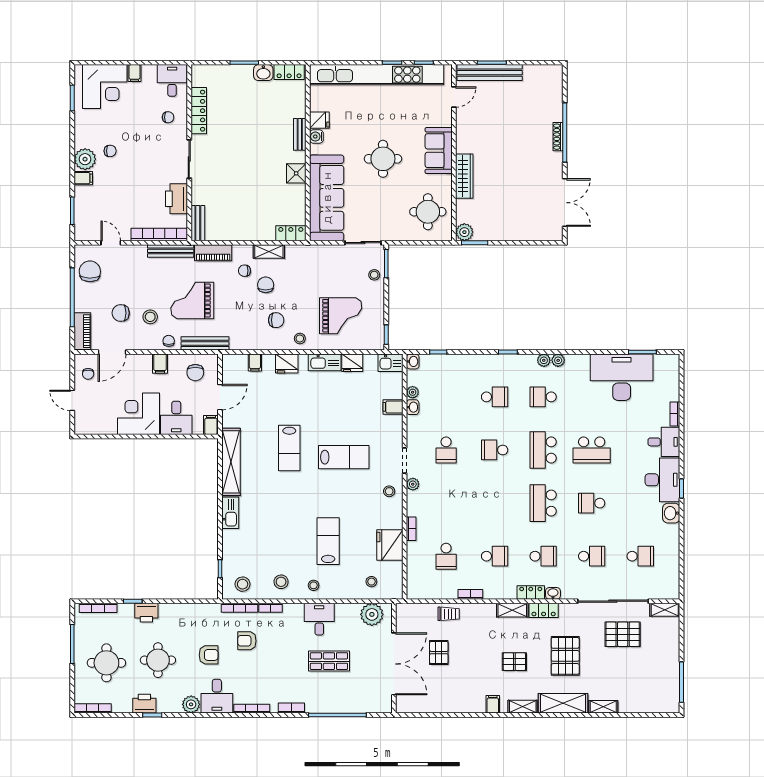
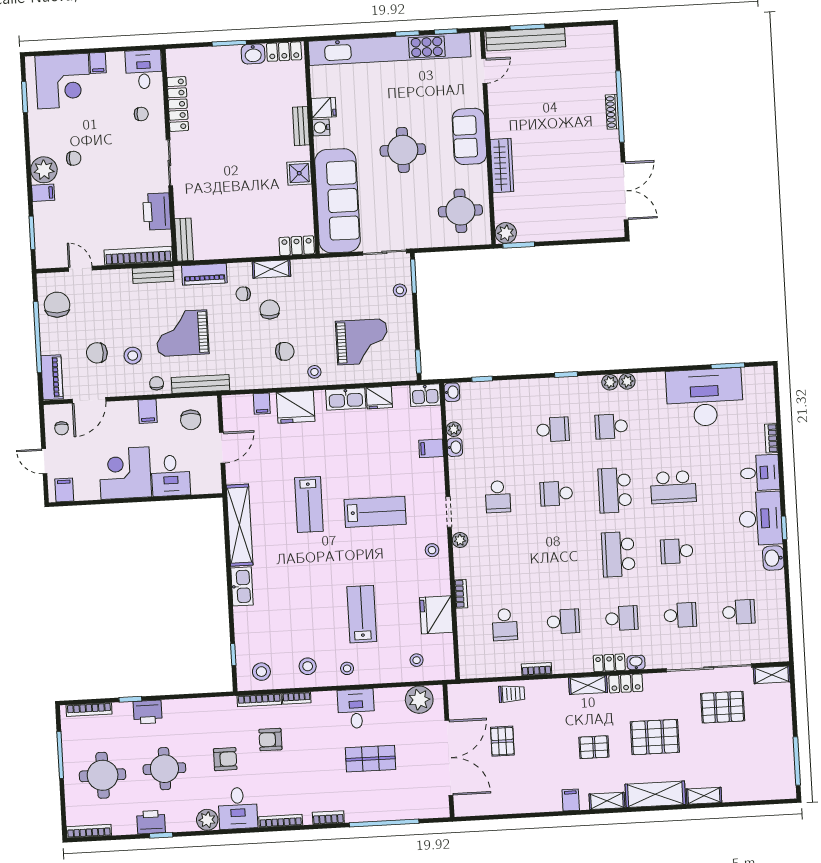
bench: (171, 251) -> (153, 275), width x0.73
fridge: (287, 363) -> (296, 407), width x1.36, depth x1.34
filing cabinet: (211, 425) -> (64, 490), moved
pallet: (565, 656) -> (655, 737), turned 90

